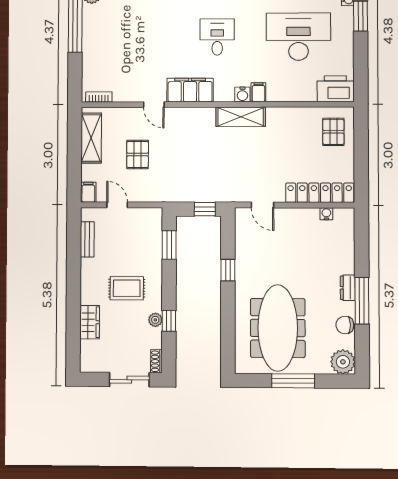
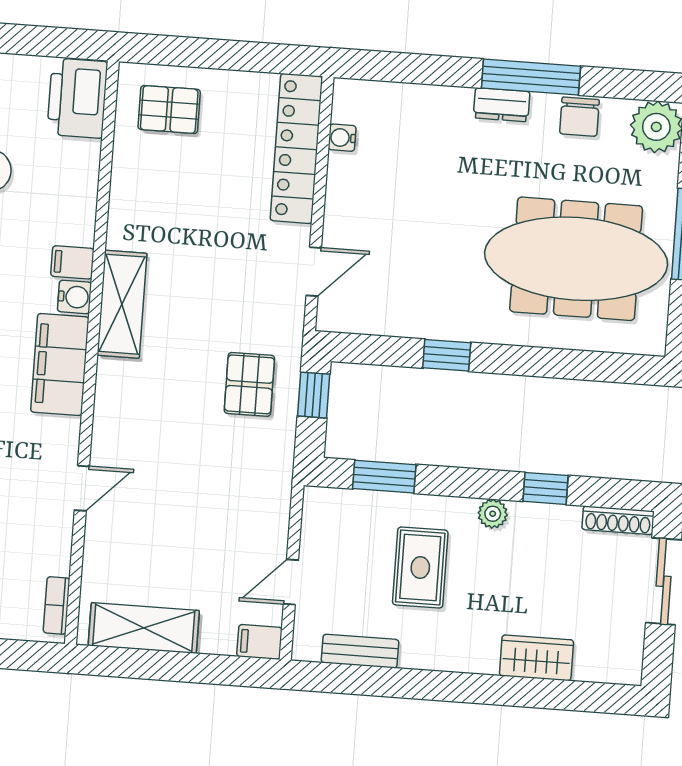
filing cabinet: (190, 90) -> (60, 364), moved
pallet: (138, 155) -> (249, 384), moved, turned 90
rug: (127, 288) -> (420, 568), moved
plant: (155, 320) -> (493, 514), moved
shoe rack: (156, 361) -> (618, 520), width x1.43

